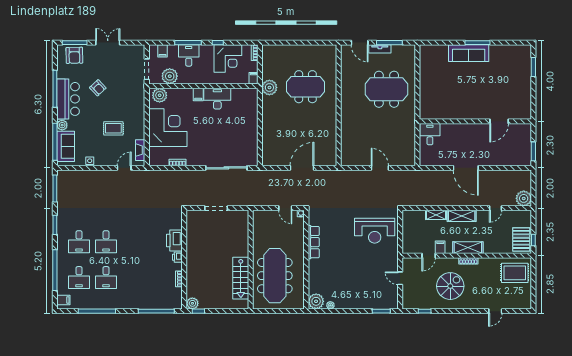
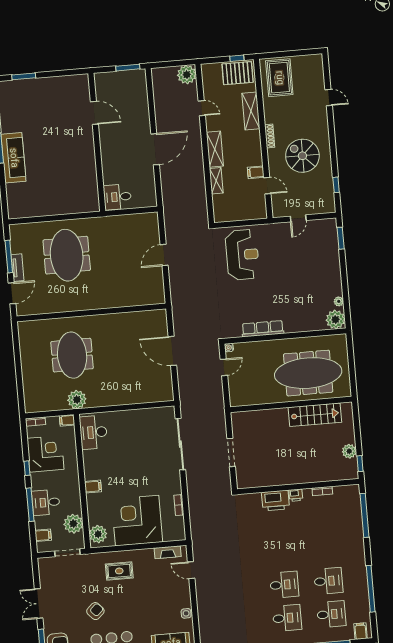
desk: (217, 99) -> (93, 432), moved
rug: (113, 128) -> (119, 571), moved, turned 90
shelving: (468, 248) -> (251, 111), moved
plant: (192, 303) -> (349, 451), moved

